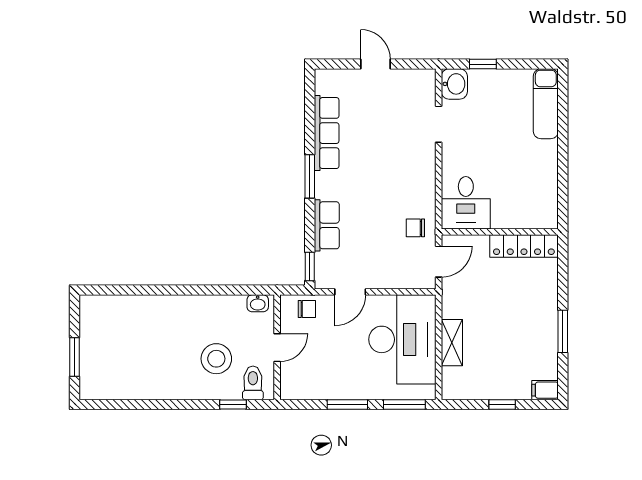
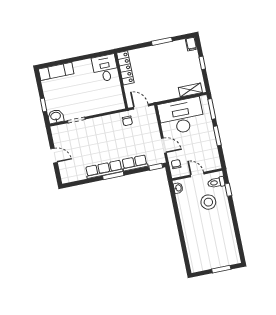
door: (375, 64) -> (54, 156), swing flipped
row of seats: (327, 133) -> (104, 169), moved
desk: (466, 203) -> (105, 68), moved, turned -90
shelving: (452, 343) -> (190, 90), moved

